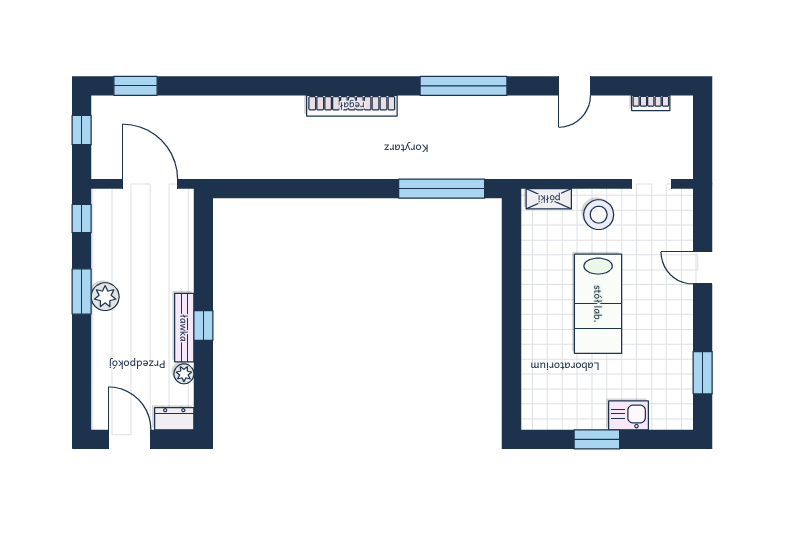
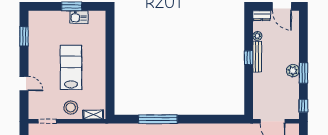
window: (442, 189) -> (158, 119), moved
kitchen sink: (629, 415) -> (79, 17), moved

